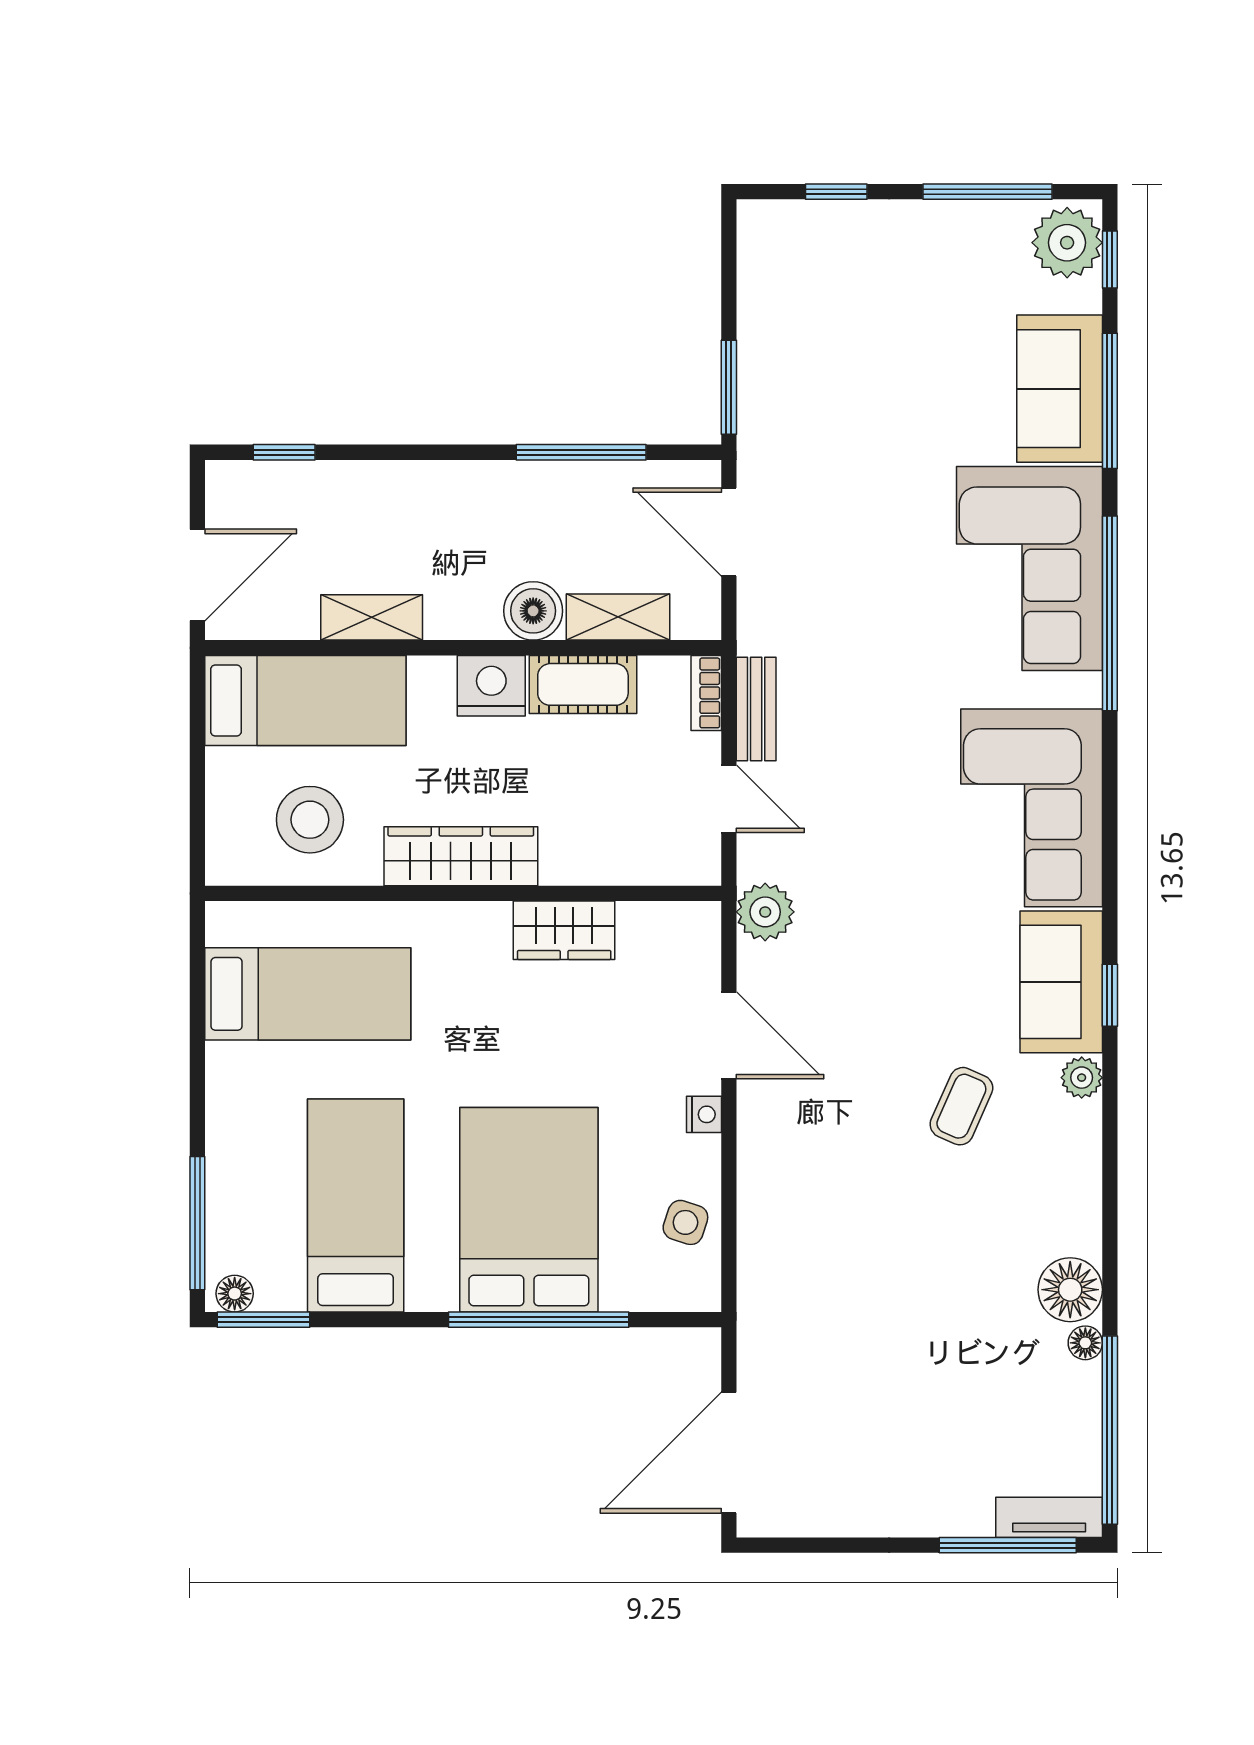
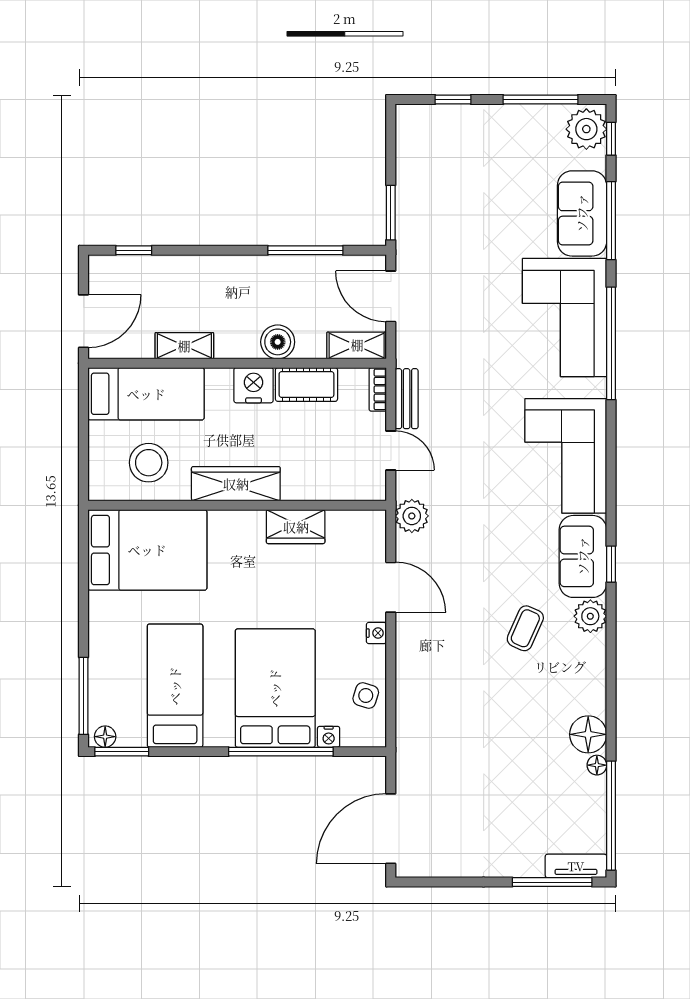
shelving: (618, 617) -> (357, 345), moved
bed: (308, 994) -> (147, 550), width x1.50
plant: (1082, 1078) -> (590, 616), width x1.38, depth x1.38
nightstand: (621, 1294) -> (329, 737), added

